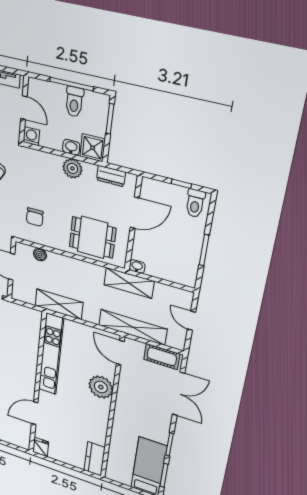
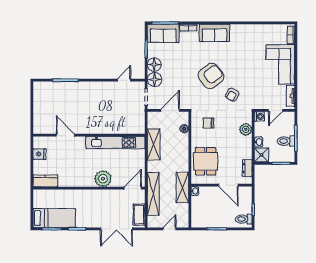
plant: (72, 168) -> (246, 129), moved
fridge: (41, 447) -> (39, 154), moved

